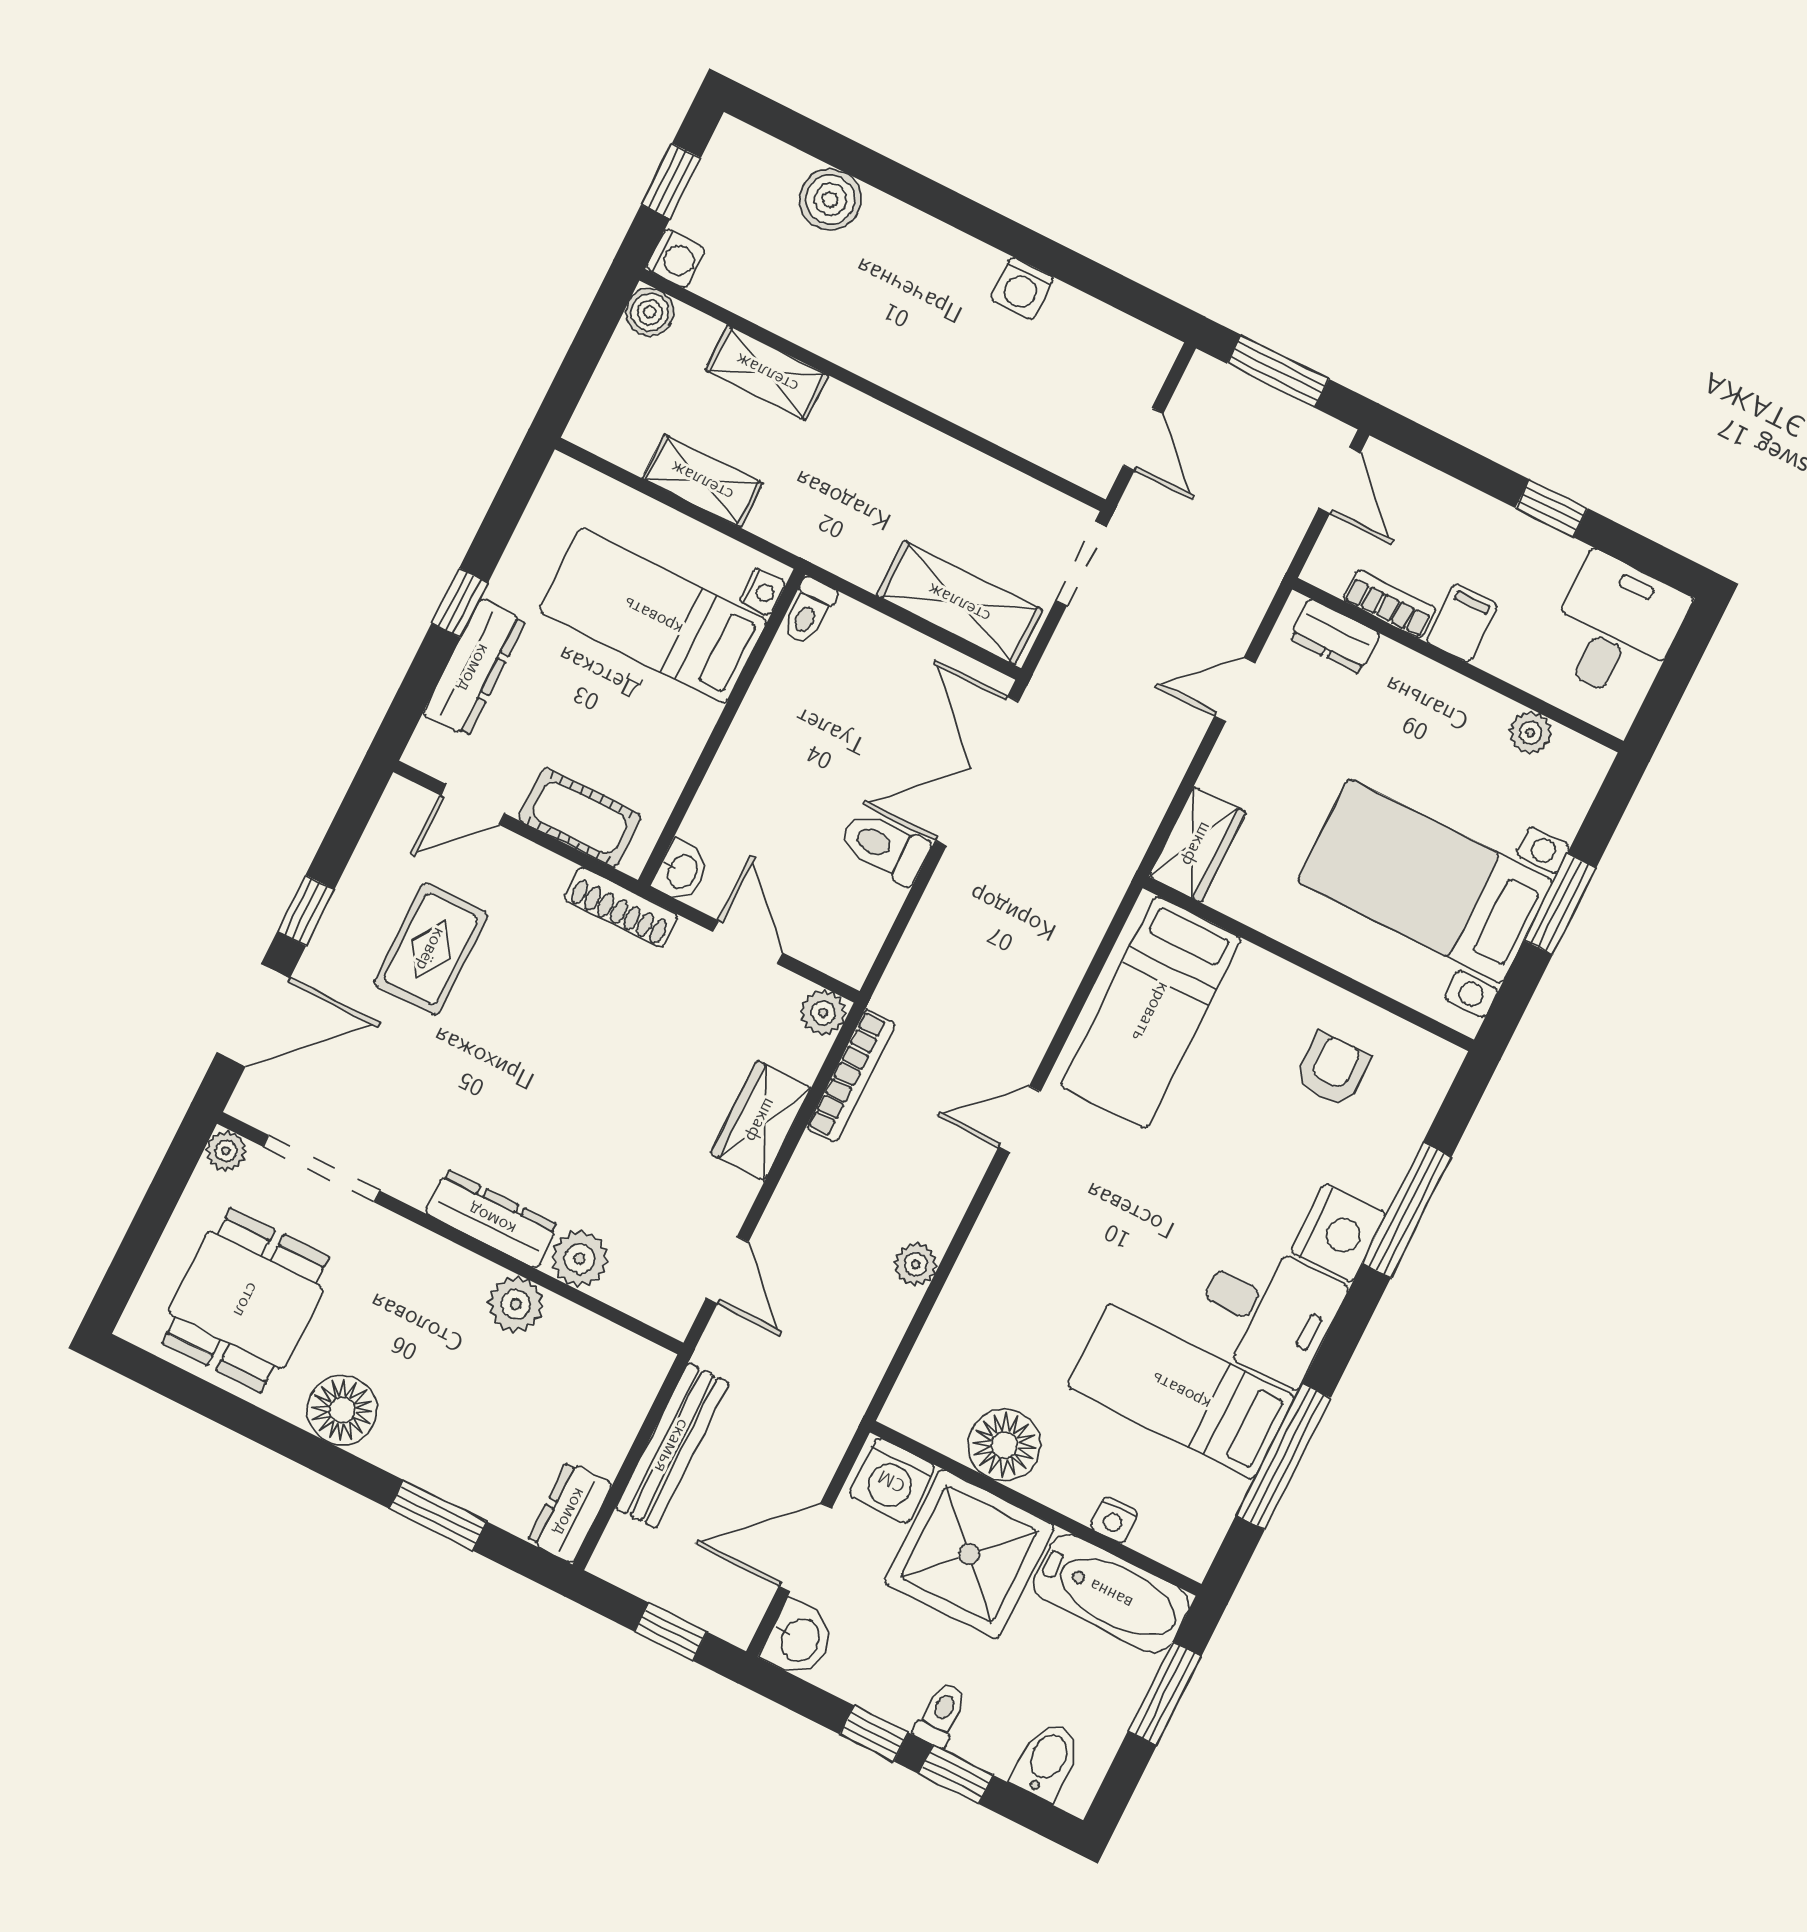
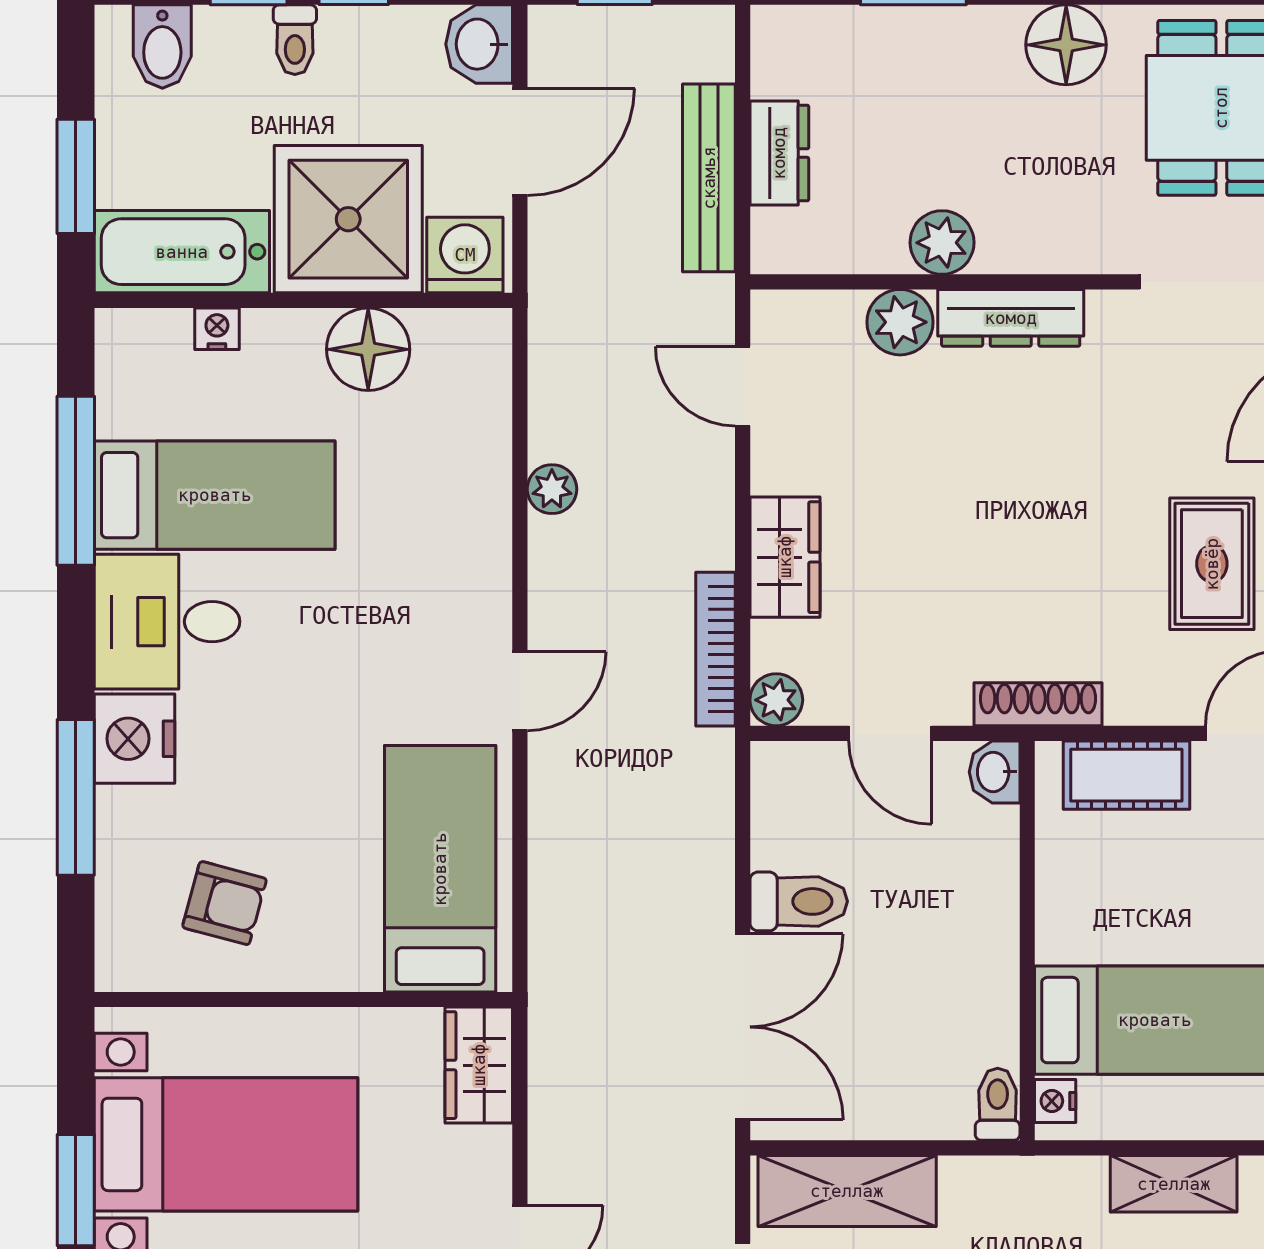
armchair: (1332, 1070) -> (224, 903), turned -75
dresser: (570, 1512) -> (779, 153), moved

